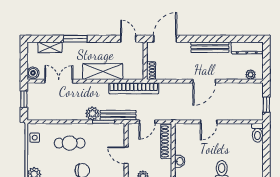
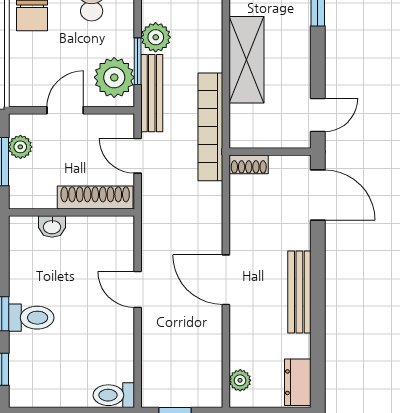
dresser: (247, 48) -> (298, 382), width x0.70
plant: (111, 133) -> (114, 77), added

